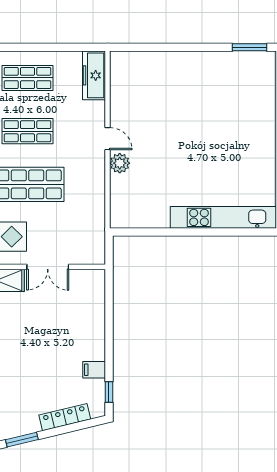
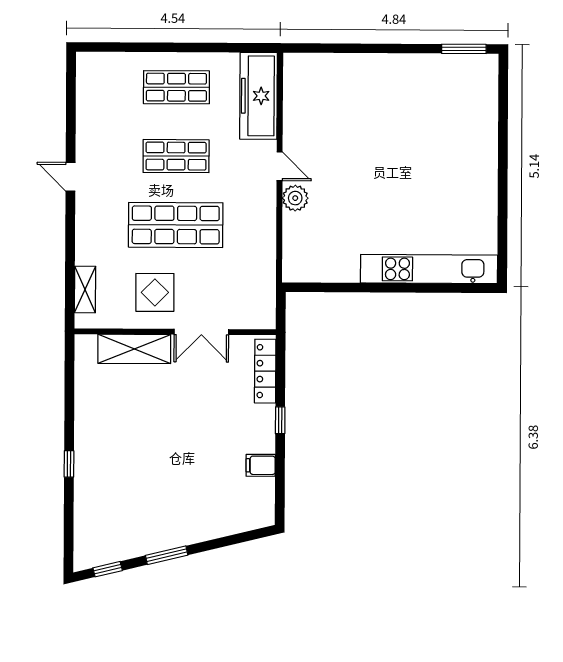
freezer: (94, 75) -> (259, 96), width x1.36, depth x1.26
window: (109, 392) -> (280, 420), moved
locker: (65, 417) -> (265, 371), moved, turned -76

